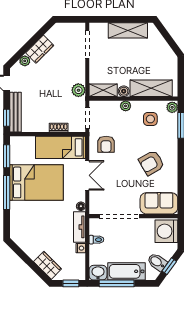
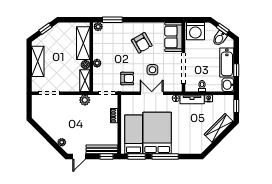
window: (169, 40) -> (45, 29), added
wardrobe: (40, 49) -> (52, 131), removed
side table: (150, 119) -> (152, 70), moved
bed: (60, 147) -> (134, 134), moved, turned 180
wardrobe: (48, 265) -> (219, 128), width x1.50
window: (117, 283) -> (236, 70), width x0.46

